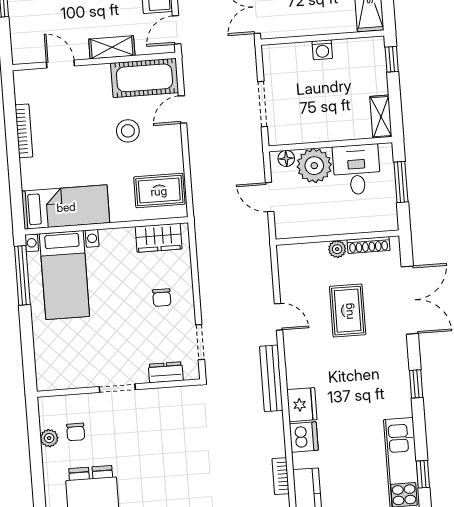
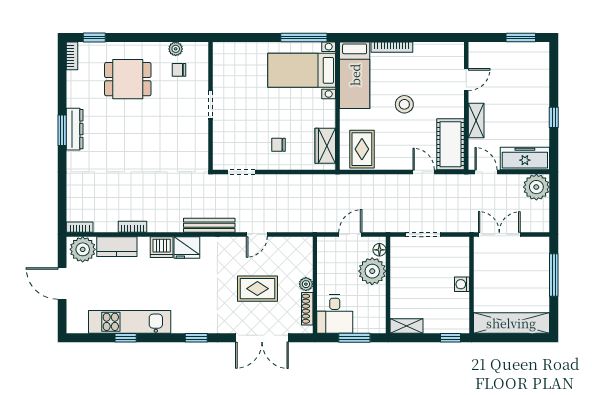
bookcase: (24, 131) -> (392, 47), moved
stool: (128, 131) -> (404, 104), moved
desk: (357, 170) -> (335, 314), moved, turned 90
dresser: (166, 372) -> (220, 143), removed

